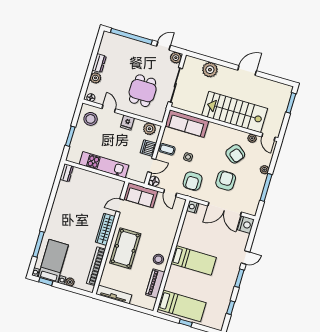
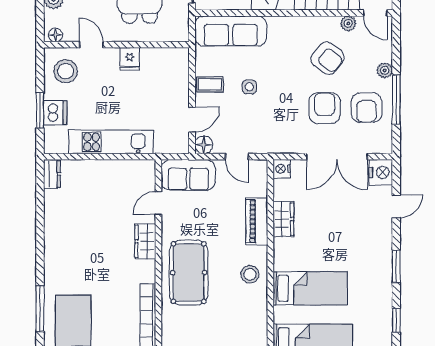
plant: (149, 129) -> (170, 58), removed
dishwasher: (148, 148) -> (55, 113), moved, turned 180
armchair: (193, 181) -> (366, 108), moved
wardrobe: (105, 229) -> (145, 241), width x0.67
wardrobe: (185, 234) -> (283, 219), added
door: (245, 257) -> (396, 206), moved
bed: (194, 260) -> (310, 288), moved
piano: (155, 283) -> (257, 222), moved

